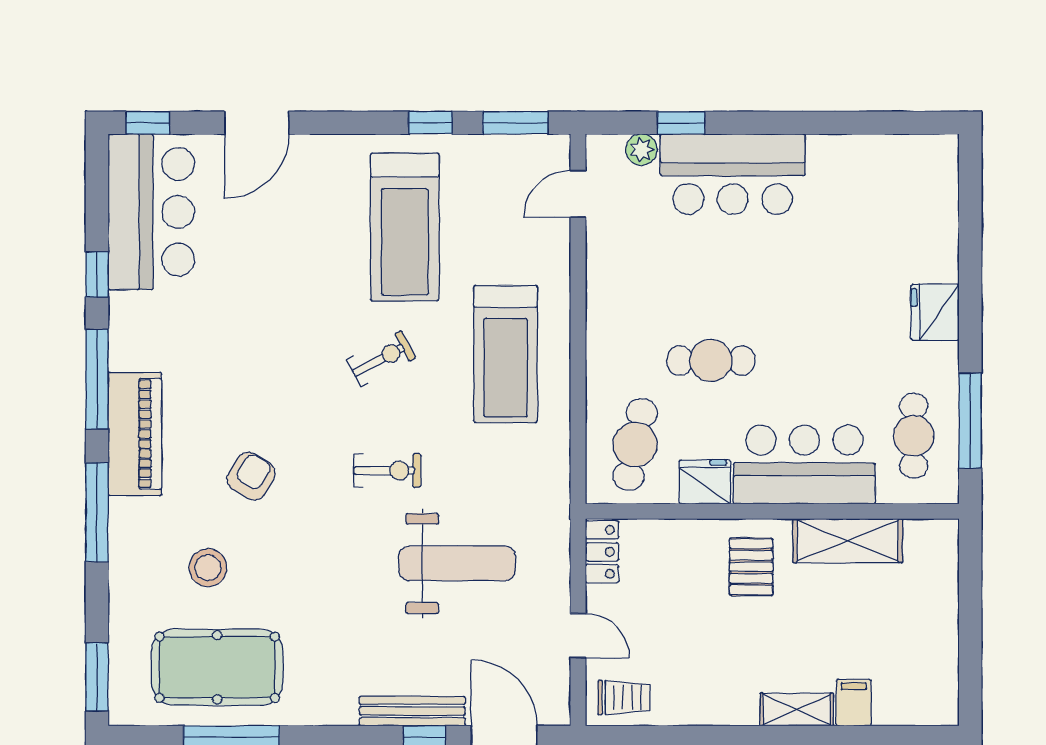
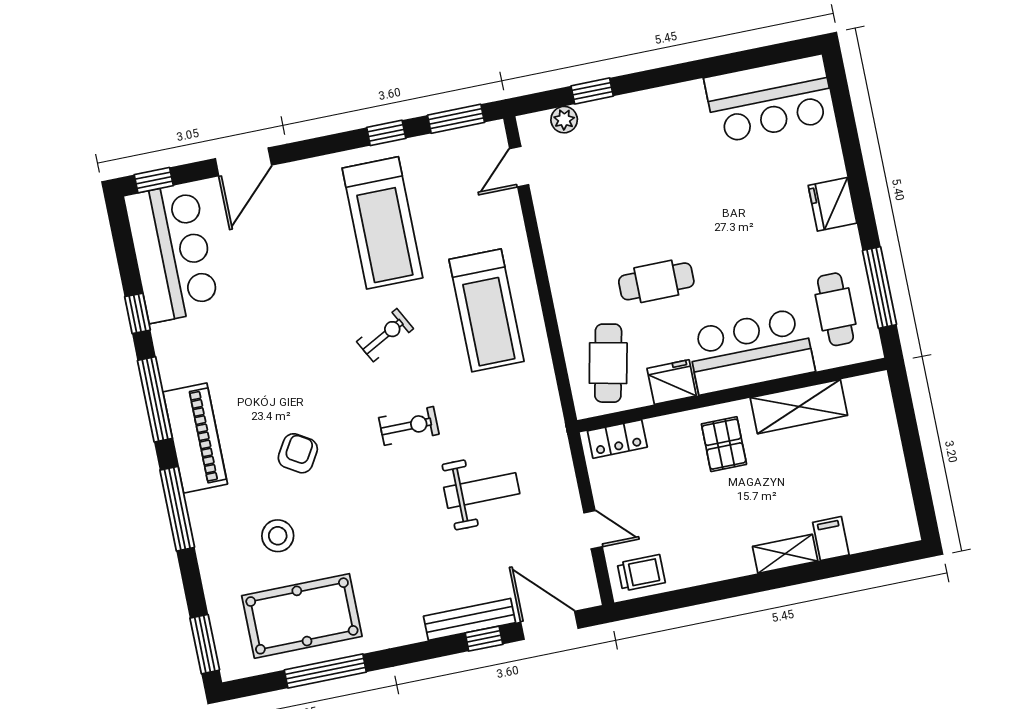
bar counter: (733, 174) -> (770, 99), moved
locker: (602, 552) -> (617, 439), moved, turned 90
weight bench: (457, 563) -> (482, 491), width x0.73, depth x0.75

